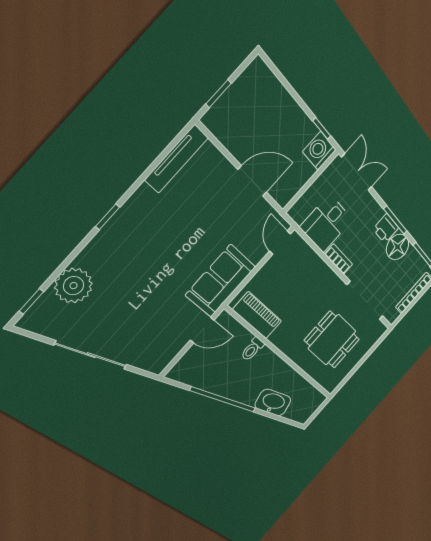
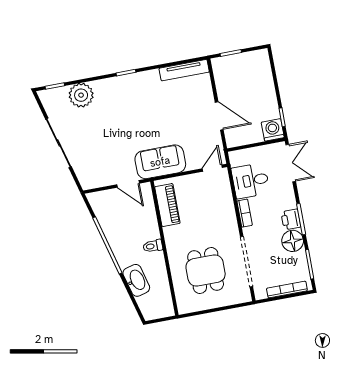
toilet: (252, 349) -> (153, 246), moved

